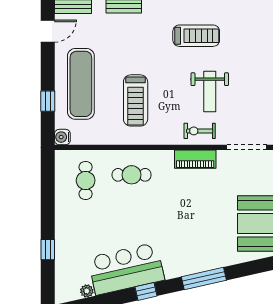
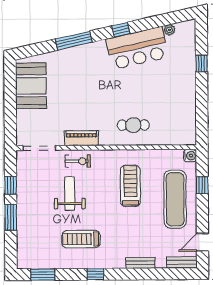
cafe table: (86, 180) -> (171, 120), removed

